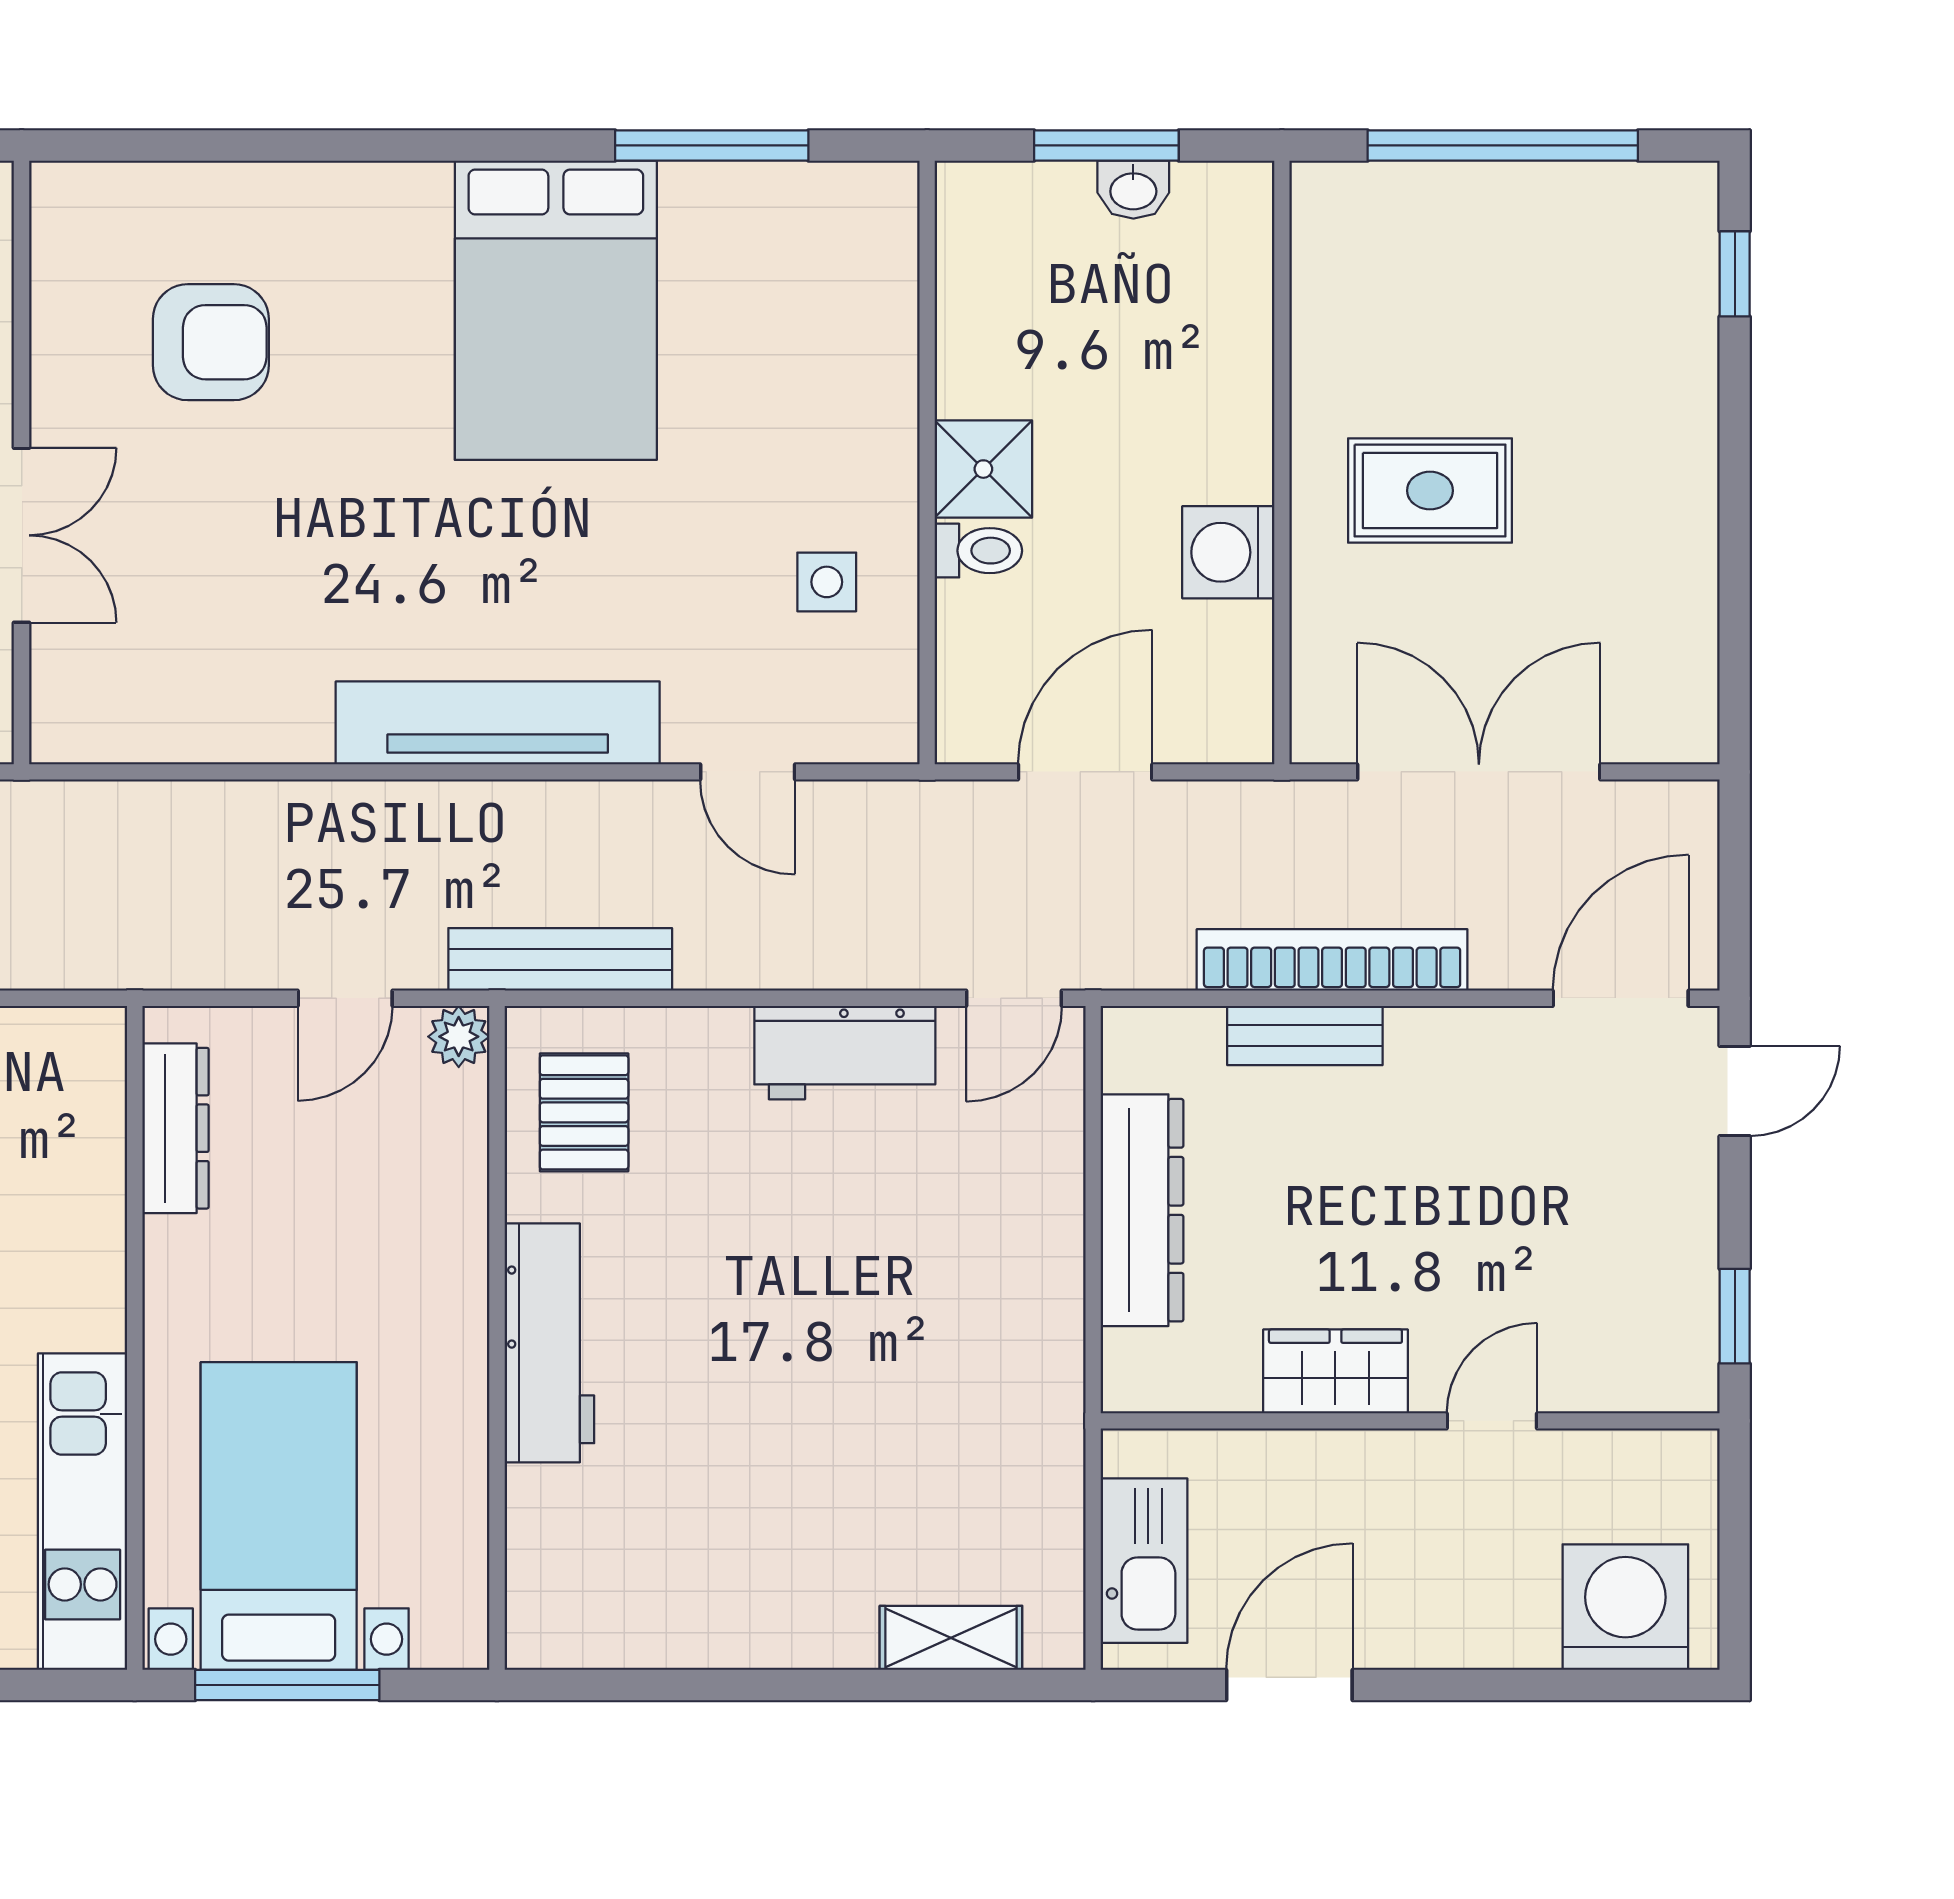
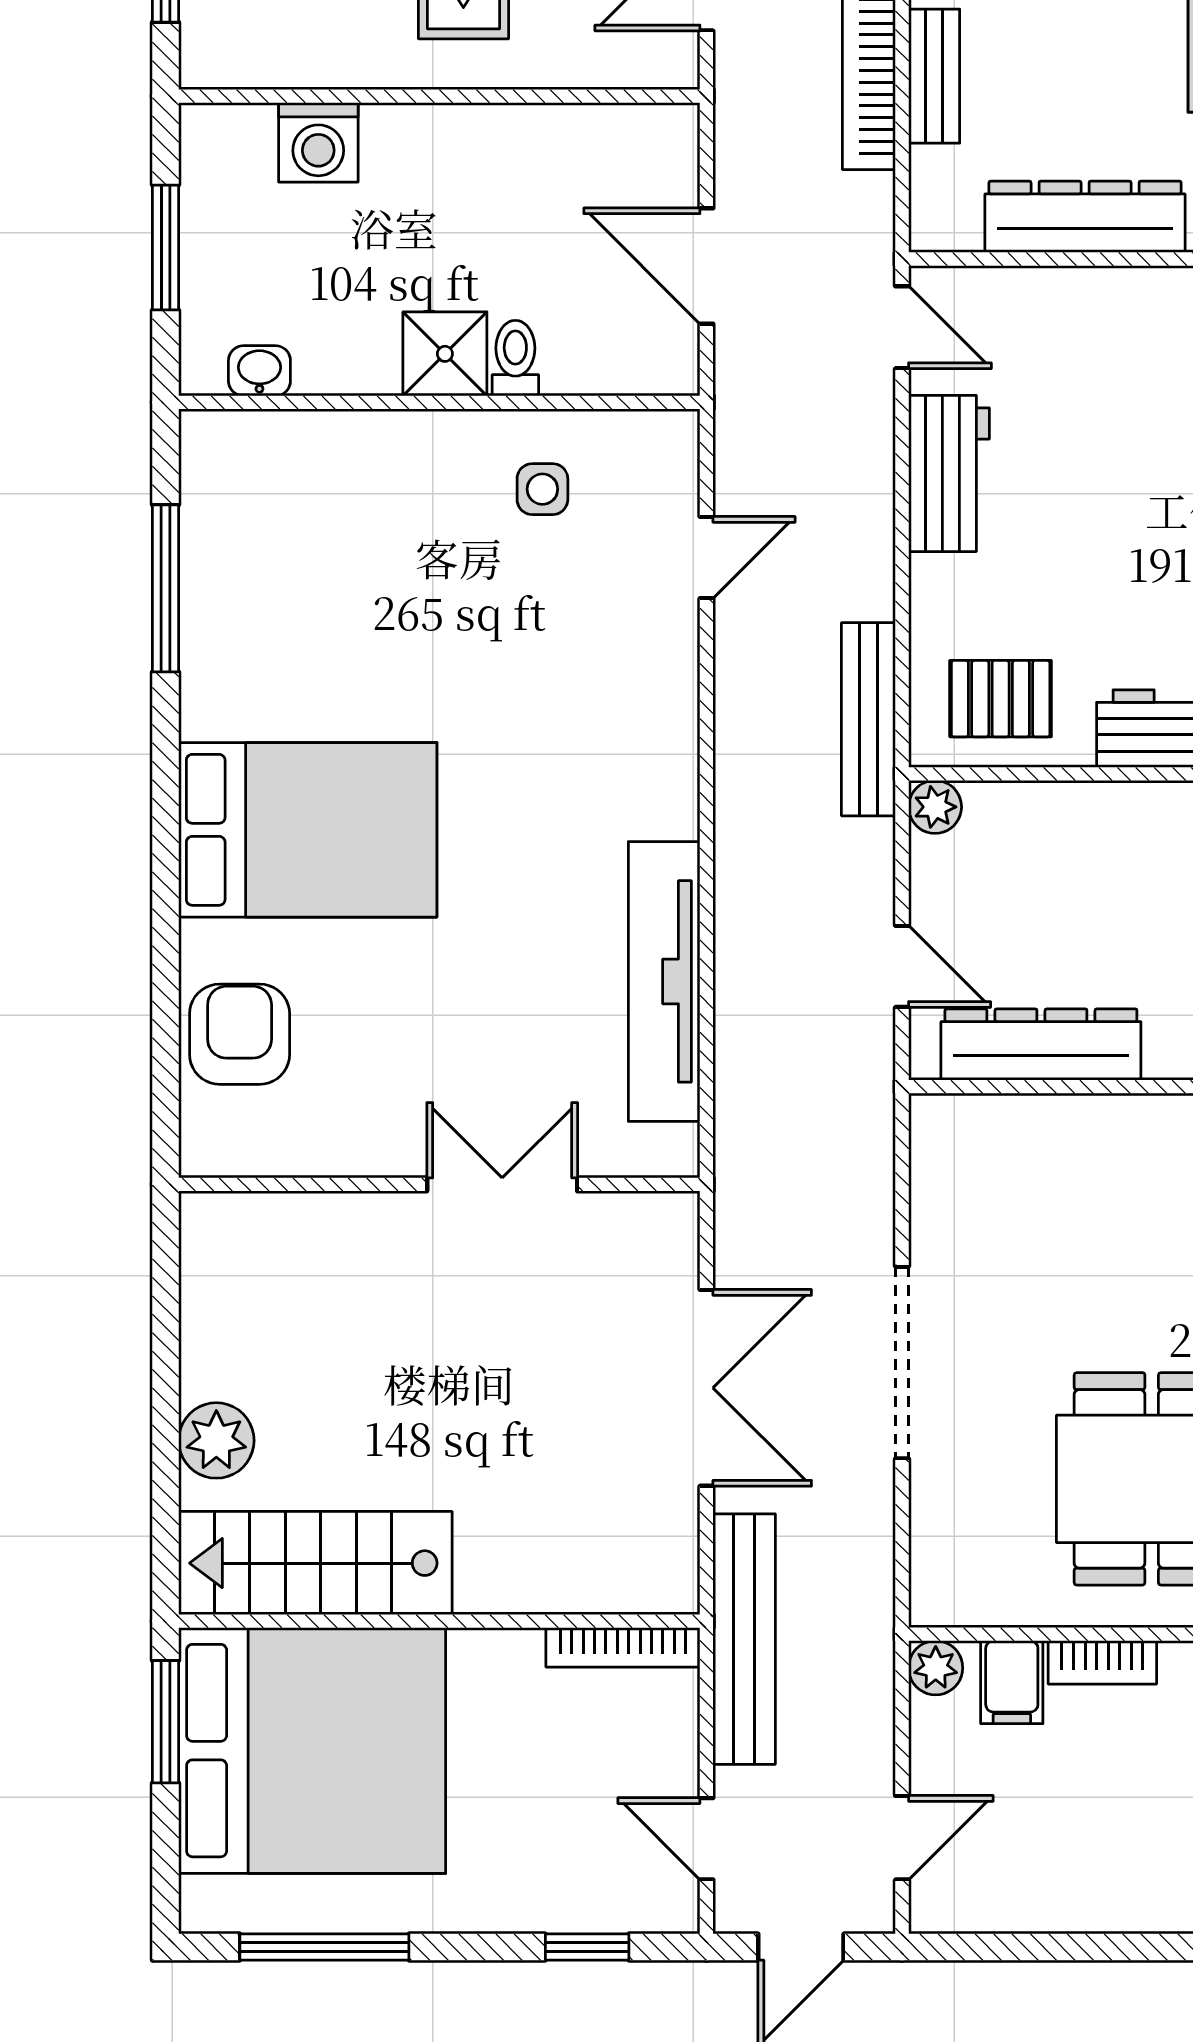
washbasin: (1133, 190) -> (259, 371), moved, turned -90
bed: (556, 310) -> (308, 830), moved
armchair: (211, 342) -> (240, 1034), moved
washing machine: (1228, 552) -> (318, 142), moved
tv unit: (498, 723) -> (664, 981), moved
door: (345, 998) -> (902, 966), moved
dresser: (175, 1128) -> (1041, 1045), width x1.37, depth x1.24

